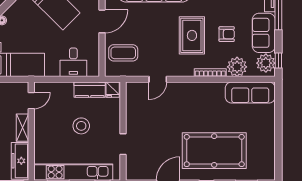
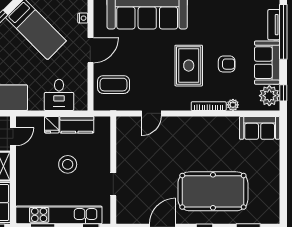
plant: (237, 67) -> (233, 105), width x0.53, depth x0.53
fridge: (113, 90) -> (52, 125), moved
sofa: (250, 92) -> (260, 128), width x0.73

